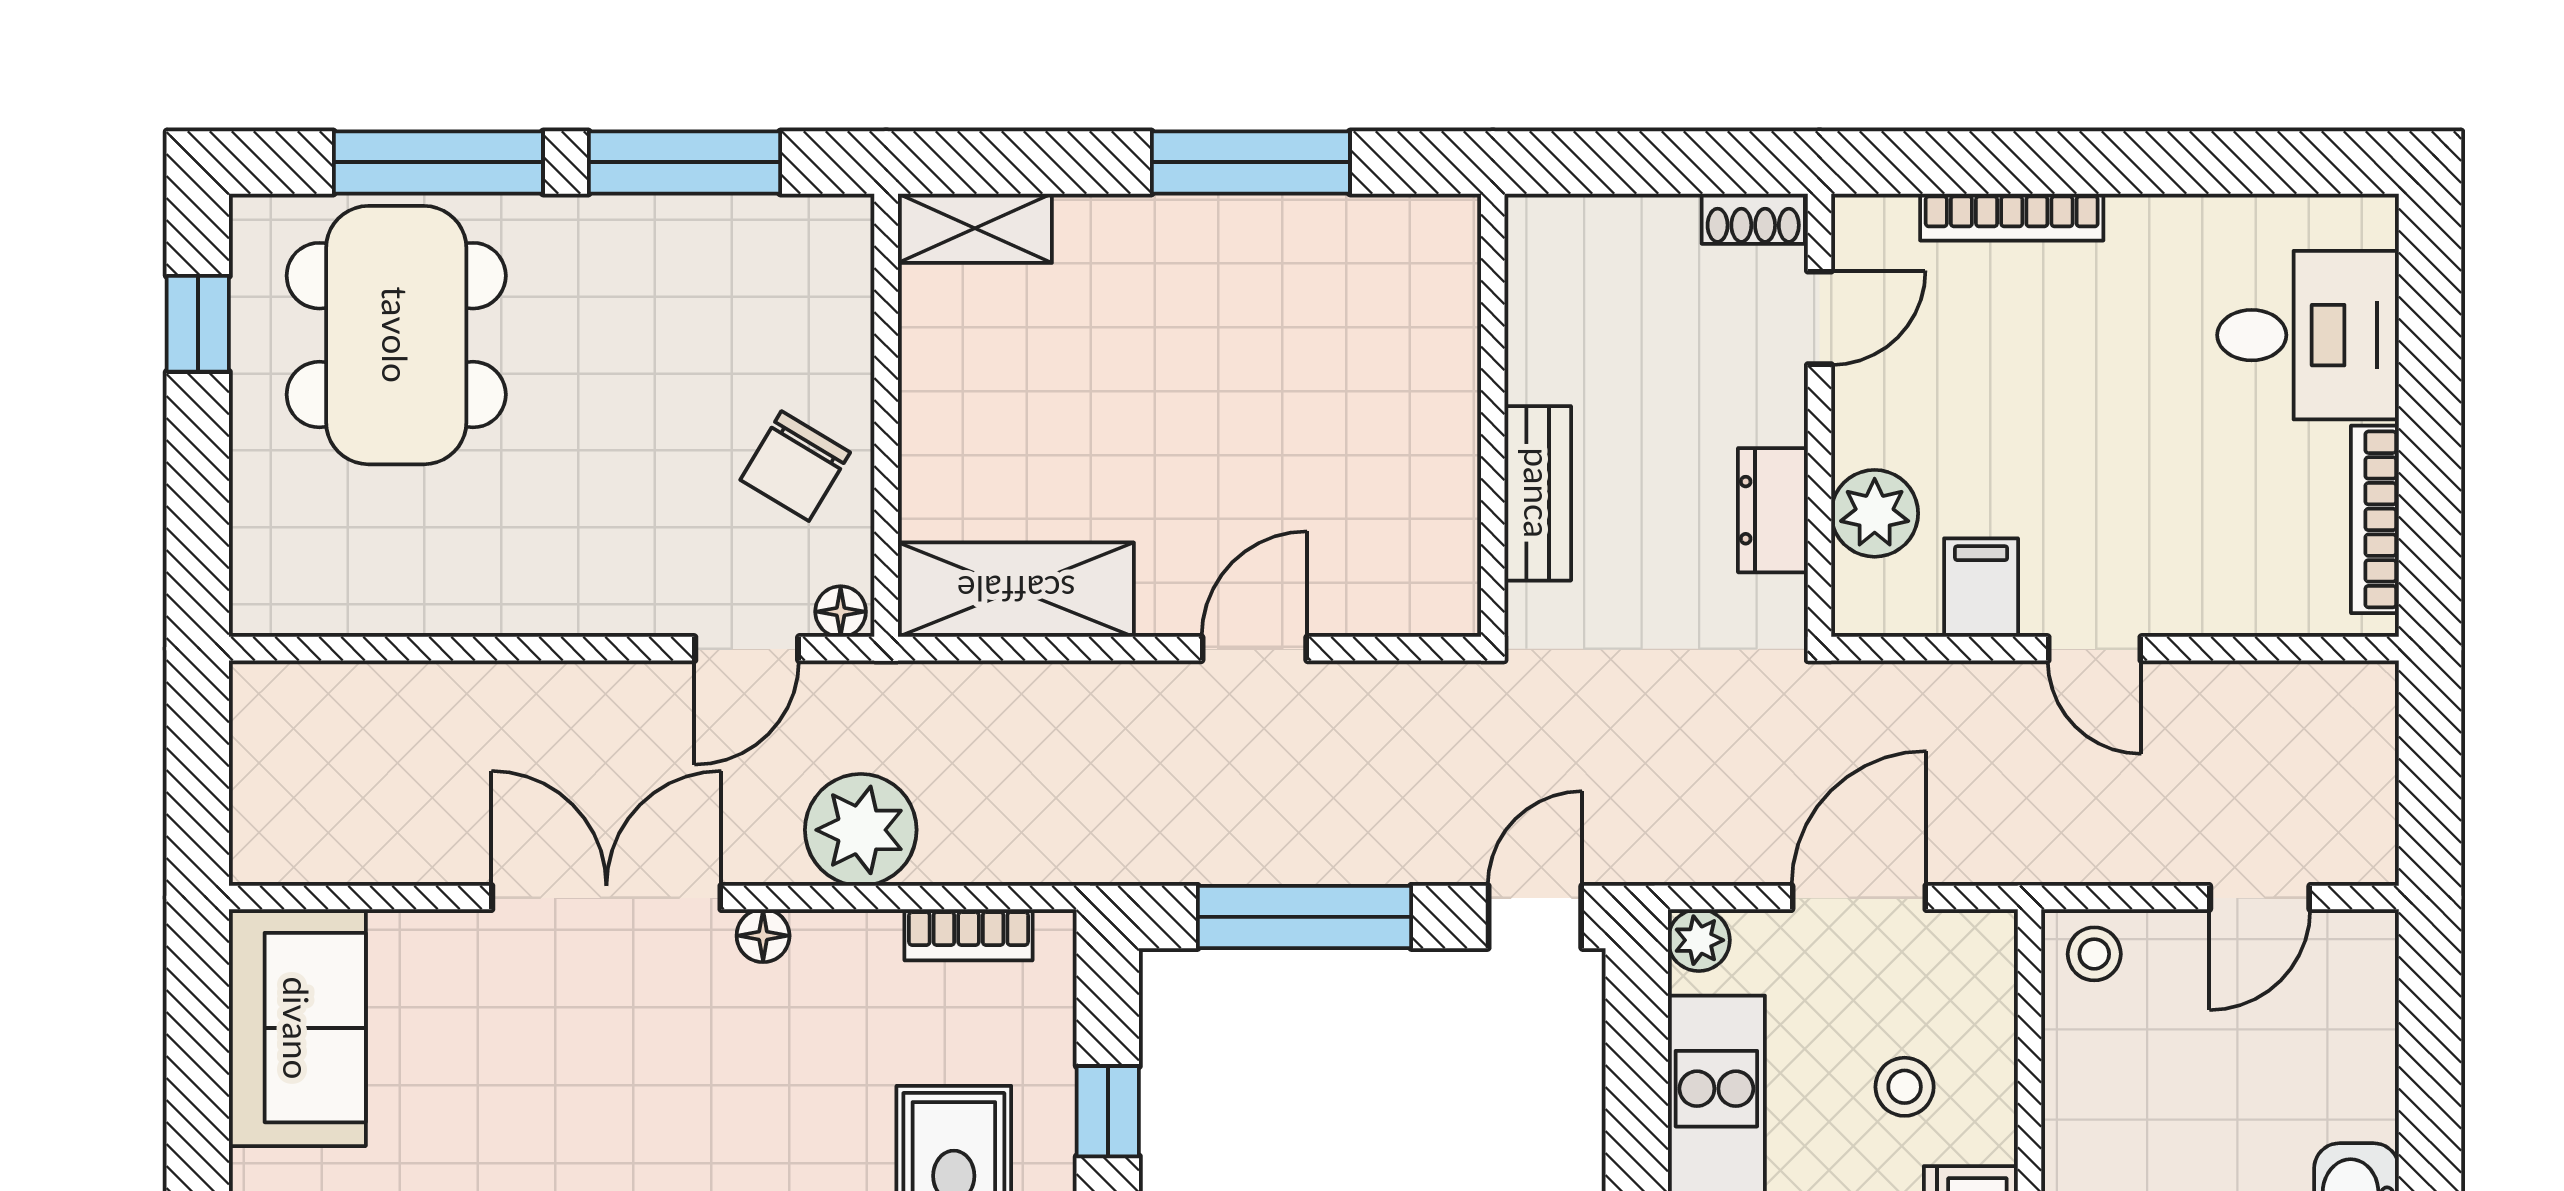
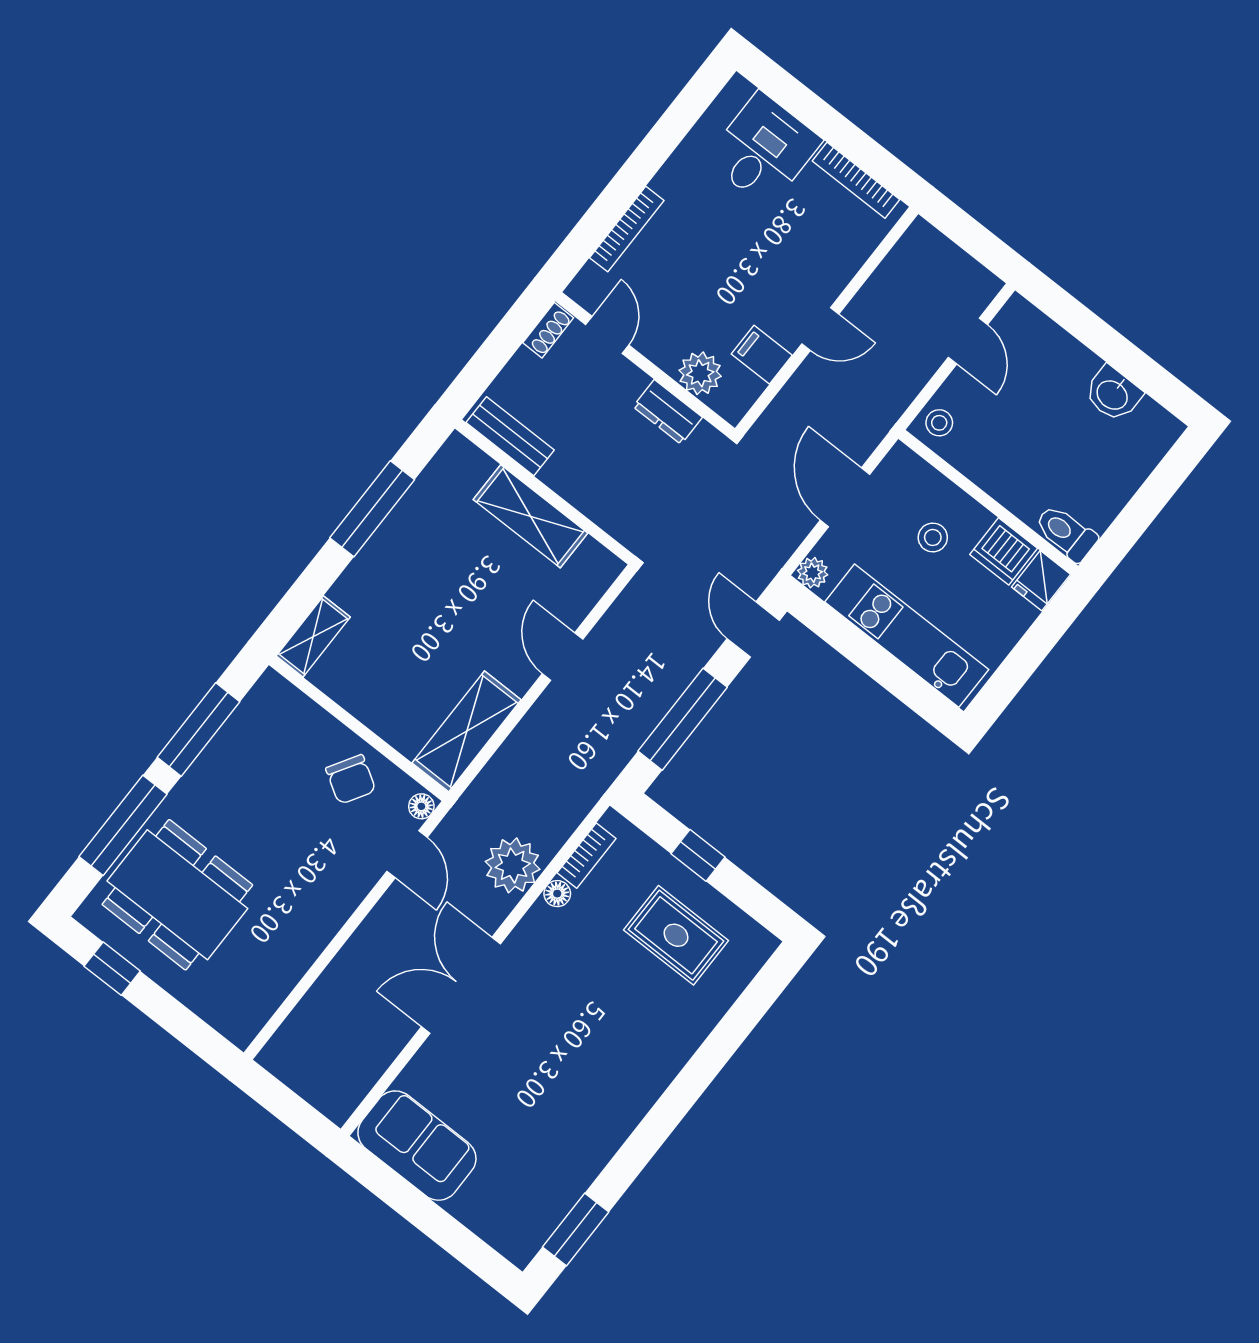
shelving: (1436, 423) -> (531, 516), added
bench: (1538, 493) -> (510, 436), moved
floor lamp: (763, 936) -> (557, 894), moved

